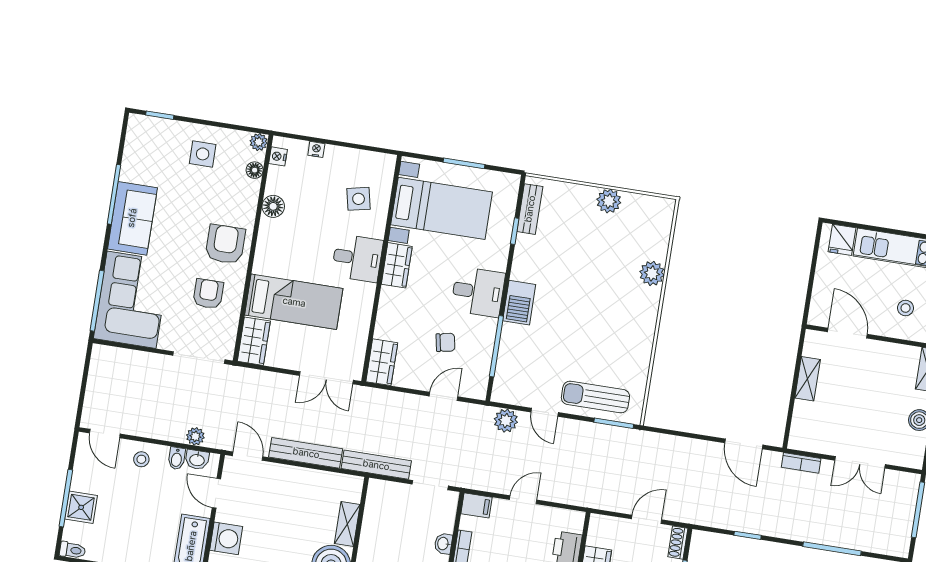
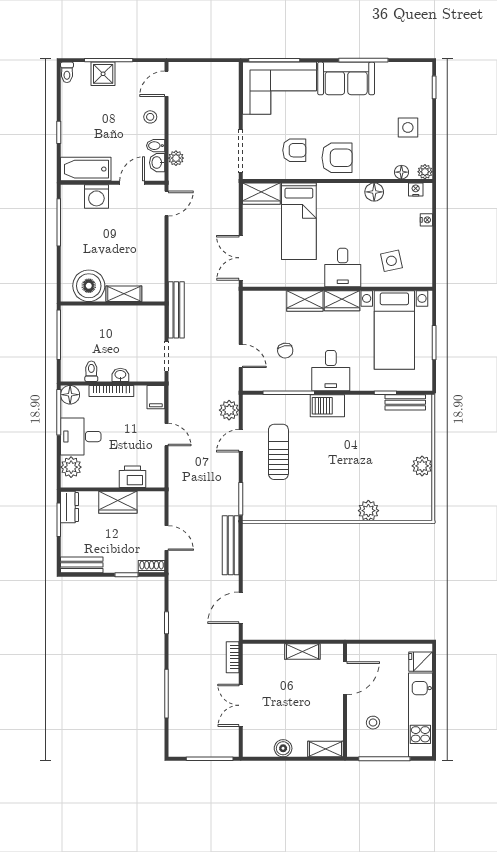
wardrobe: (382, 362) -> (305, 301), moved
sun lounger: (595, 397) -> (278, 452), moved
bench: (306, 453) -> (231, 545), moved

